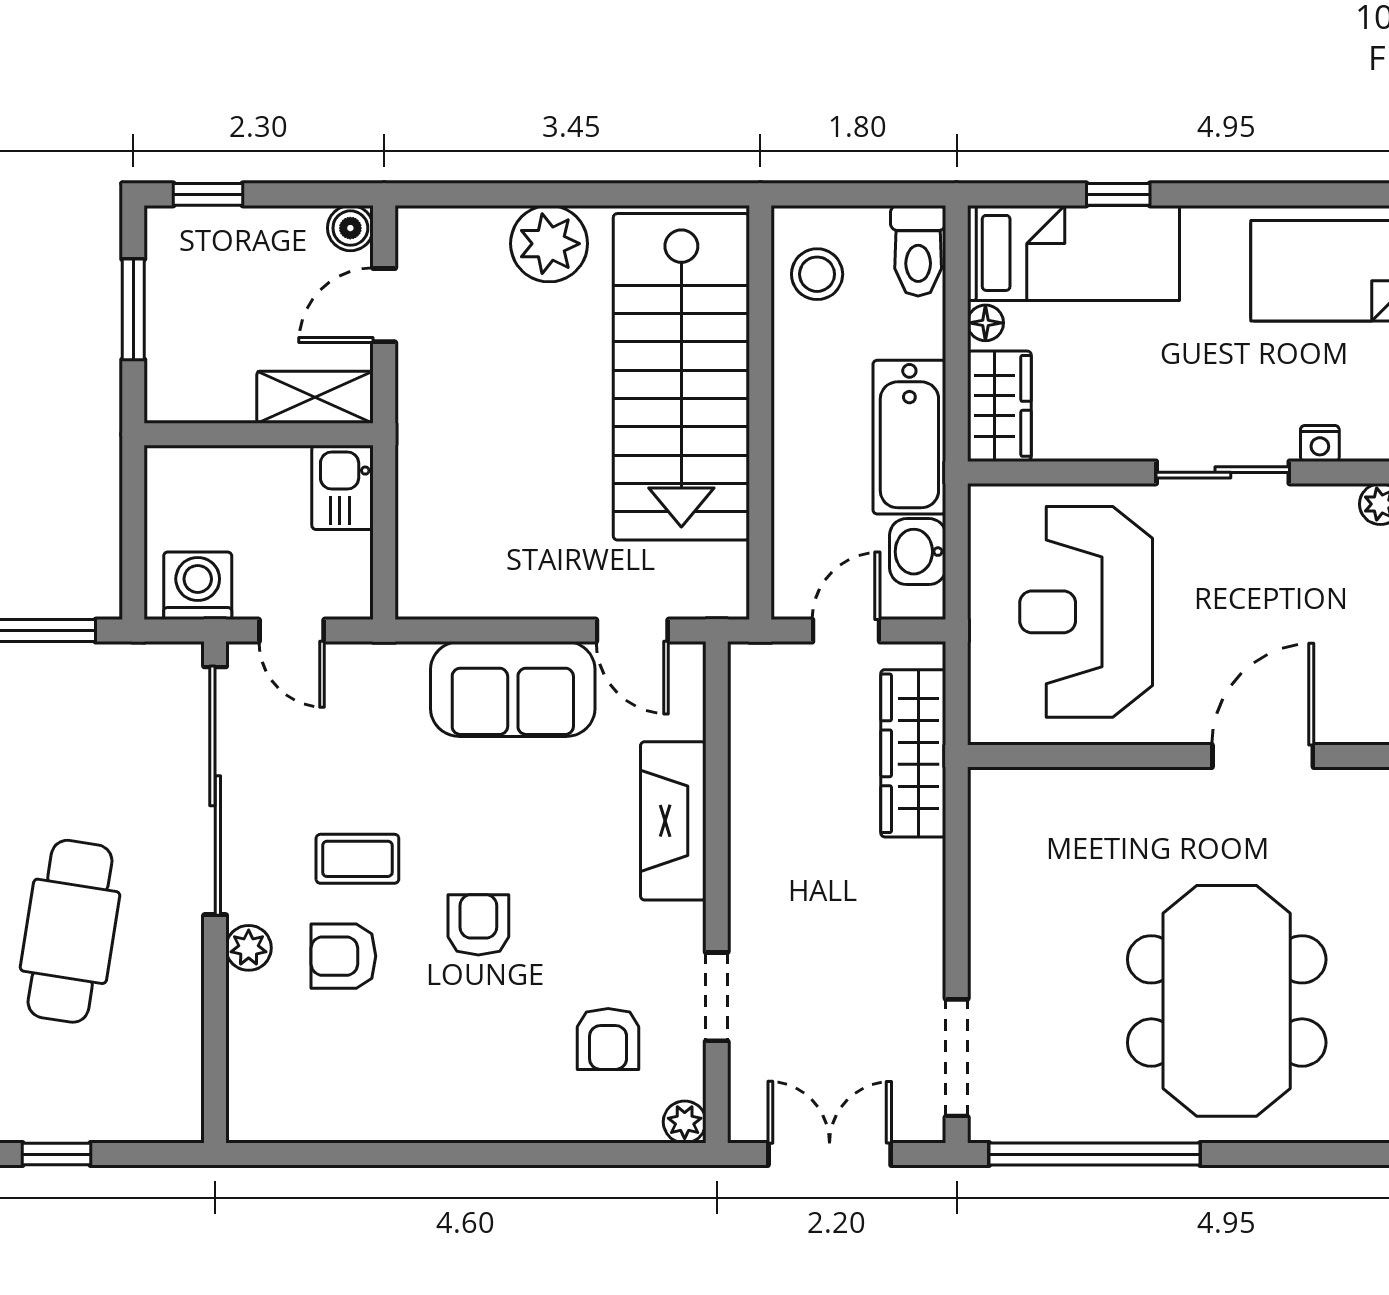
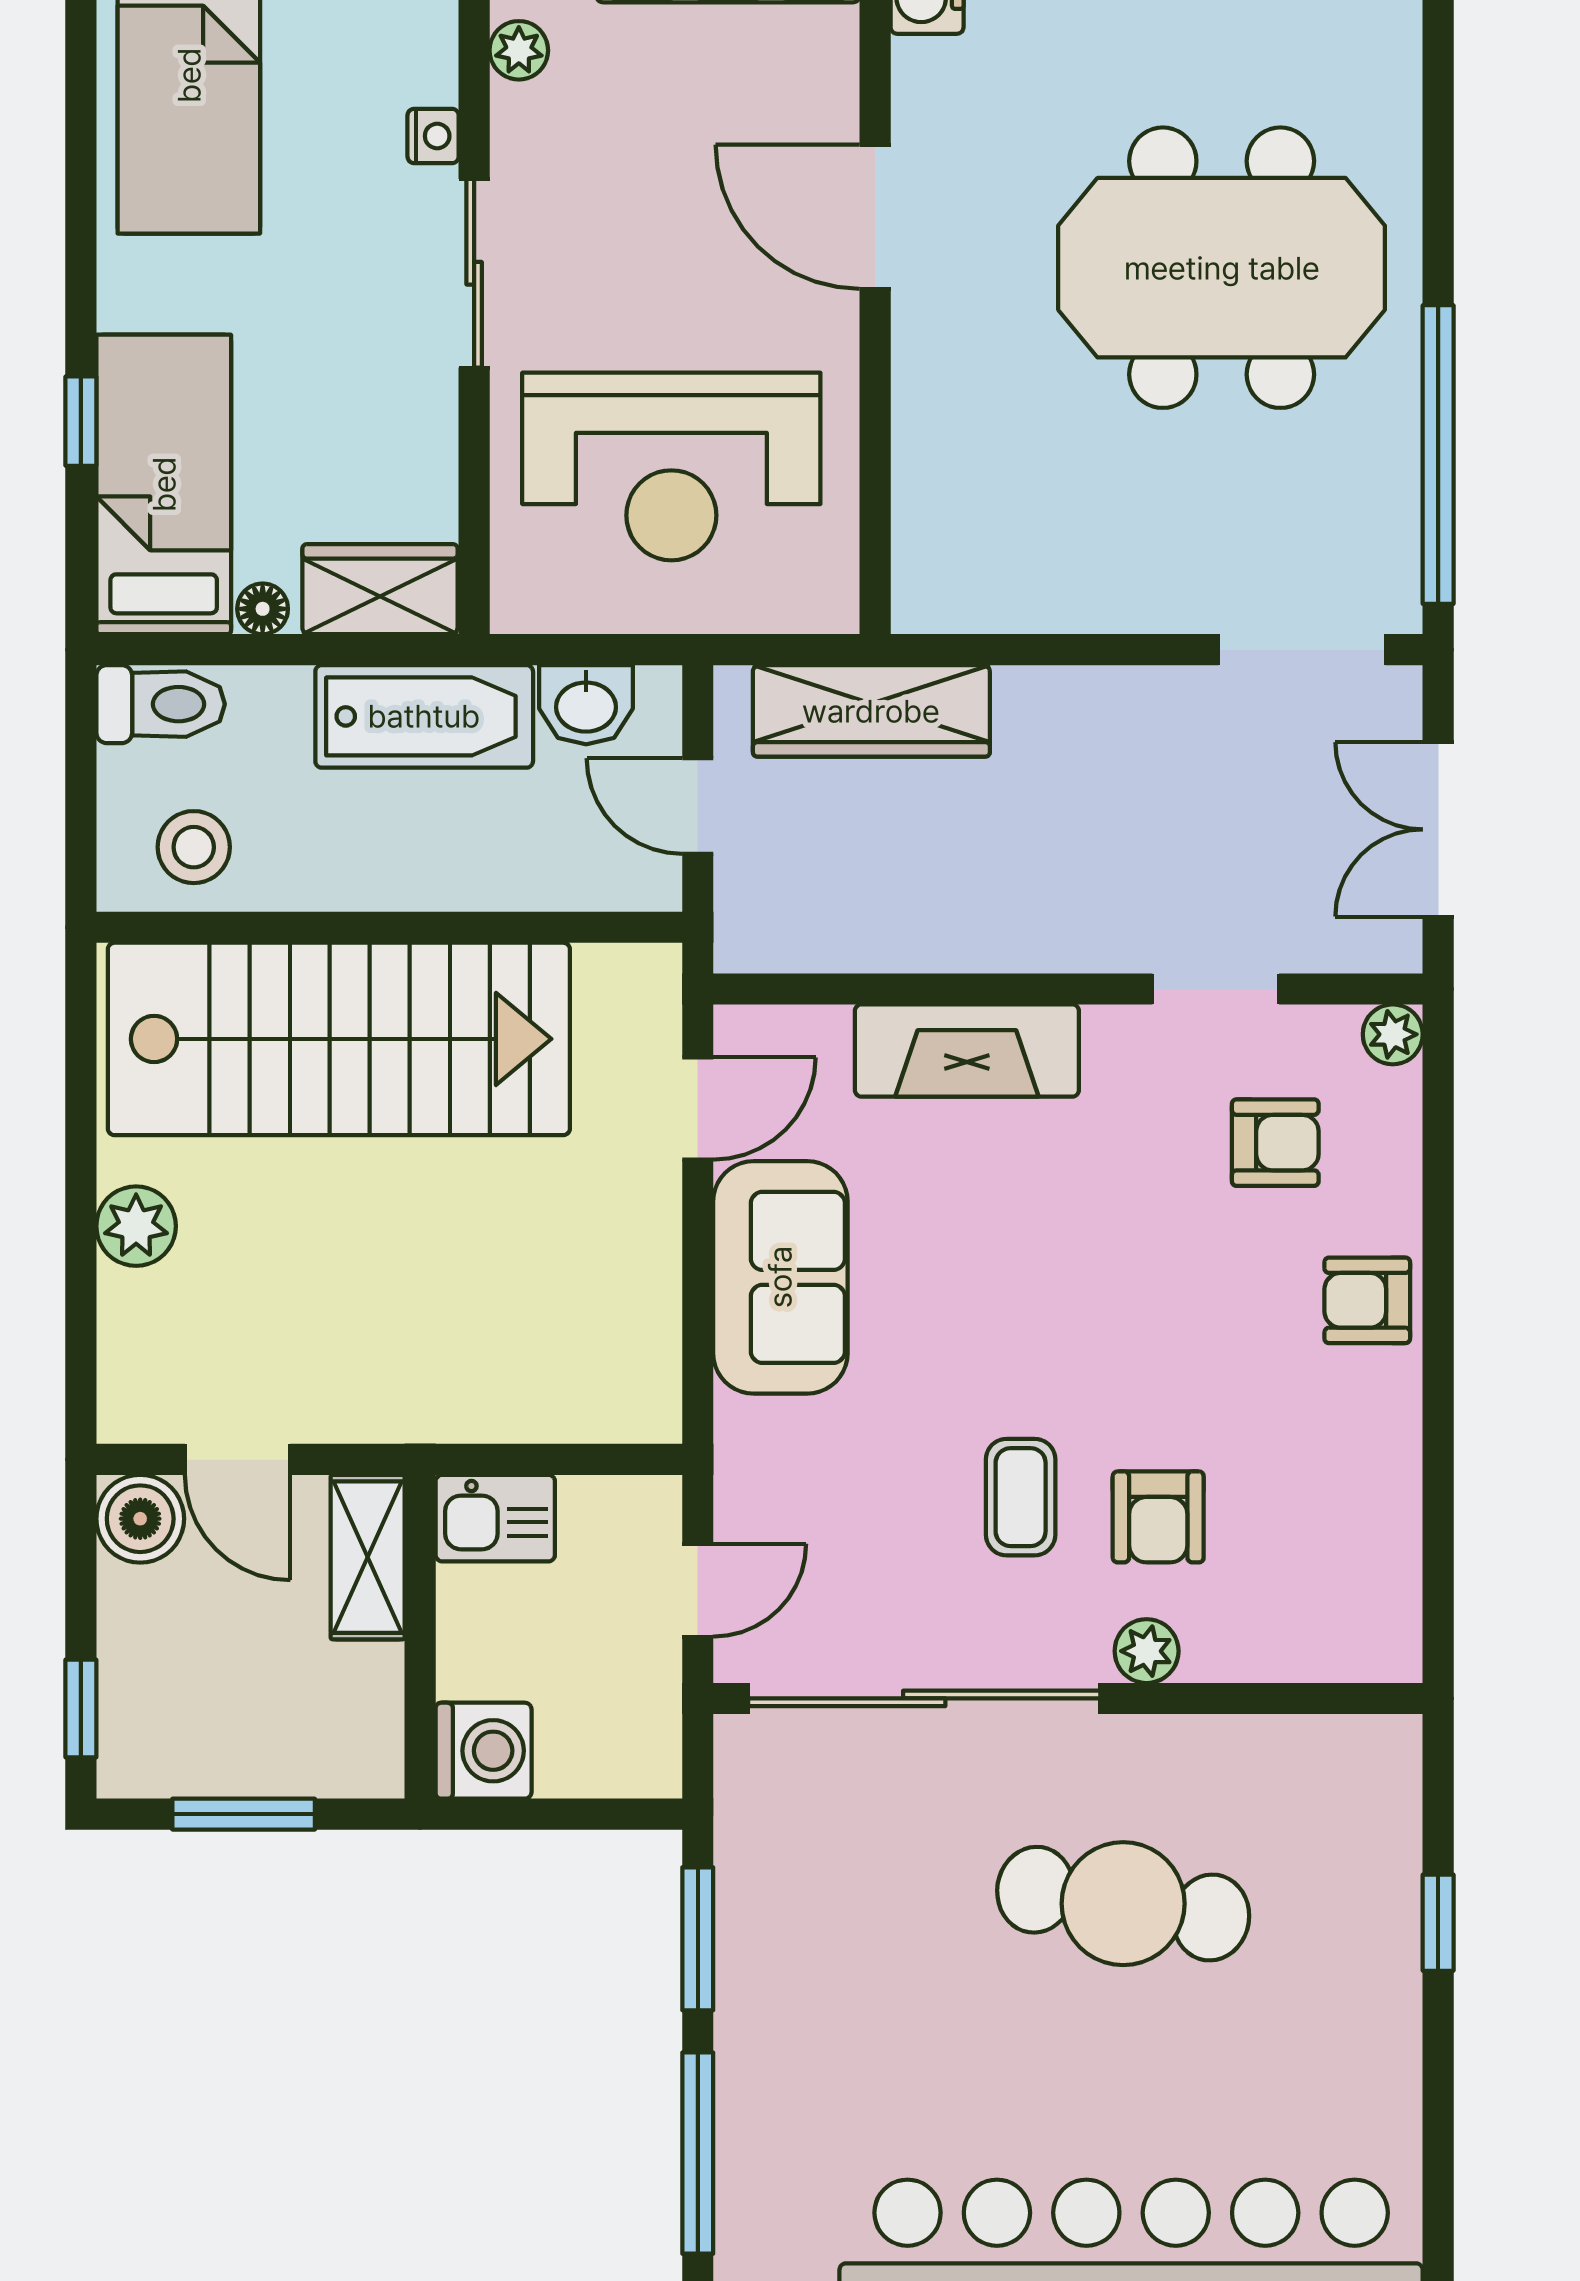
boiler: (350, 228) -> (140, 1519), width x1.36, depth x1.36
plant: (549, 244) -> (136, 1226), width x0.73, depth x0.73
washing machine: (198, 586) -> (484, 1751), moved, turned 180
armchair: (478, 925) -> (1367, 1300), moved

